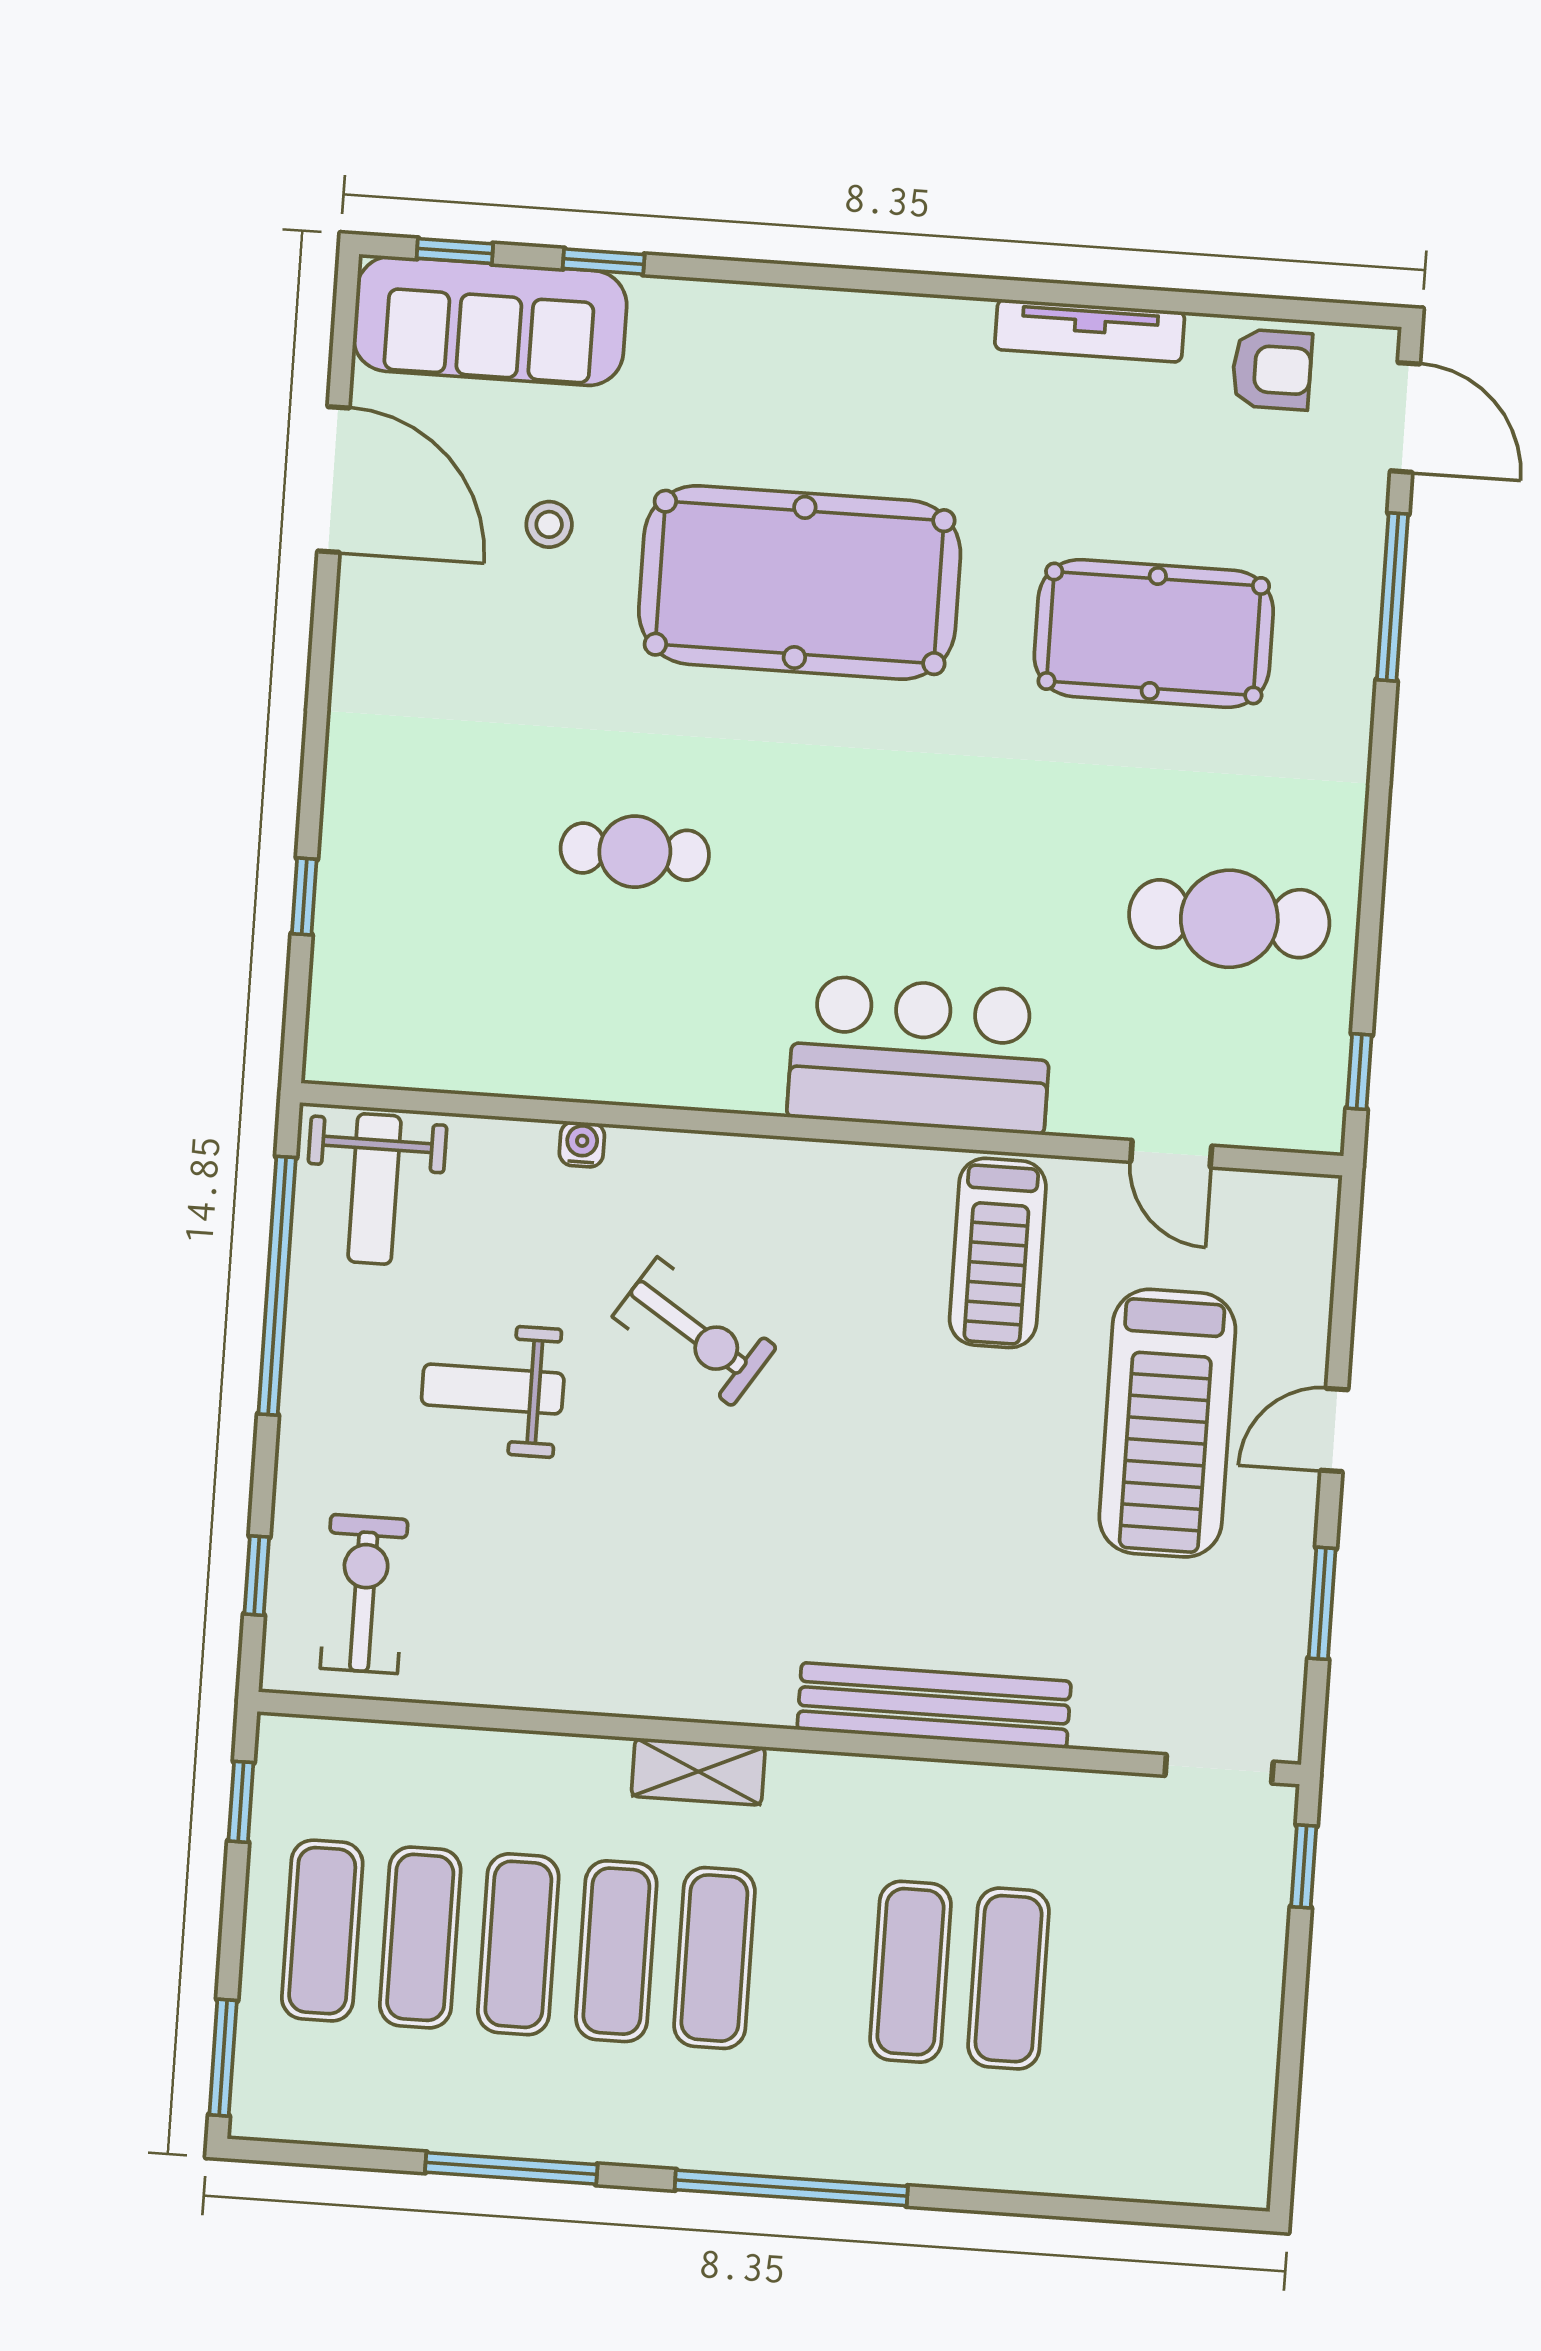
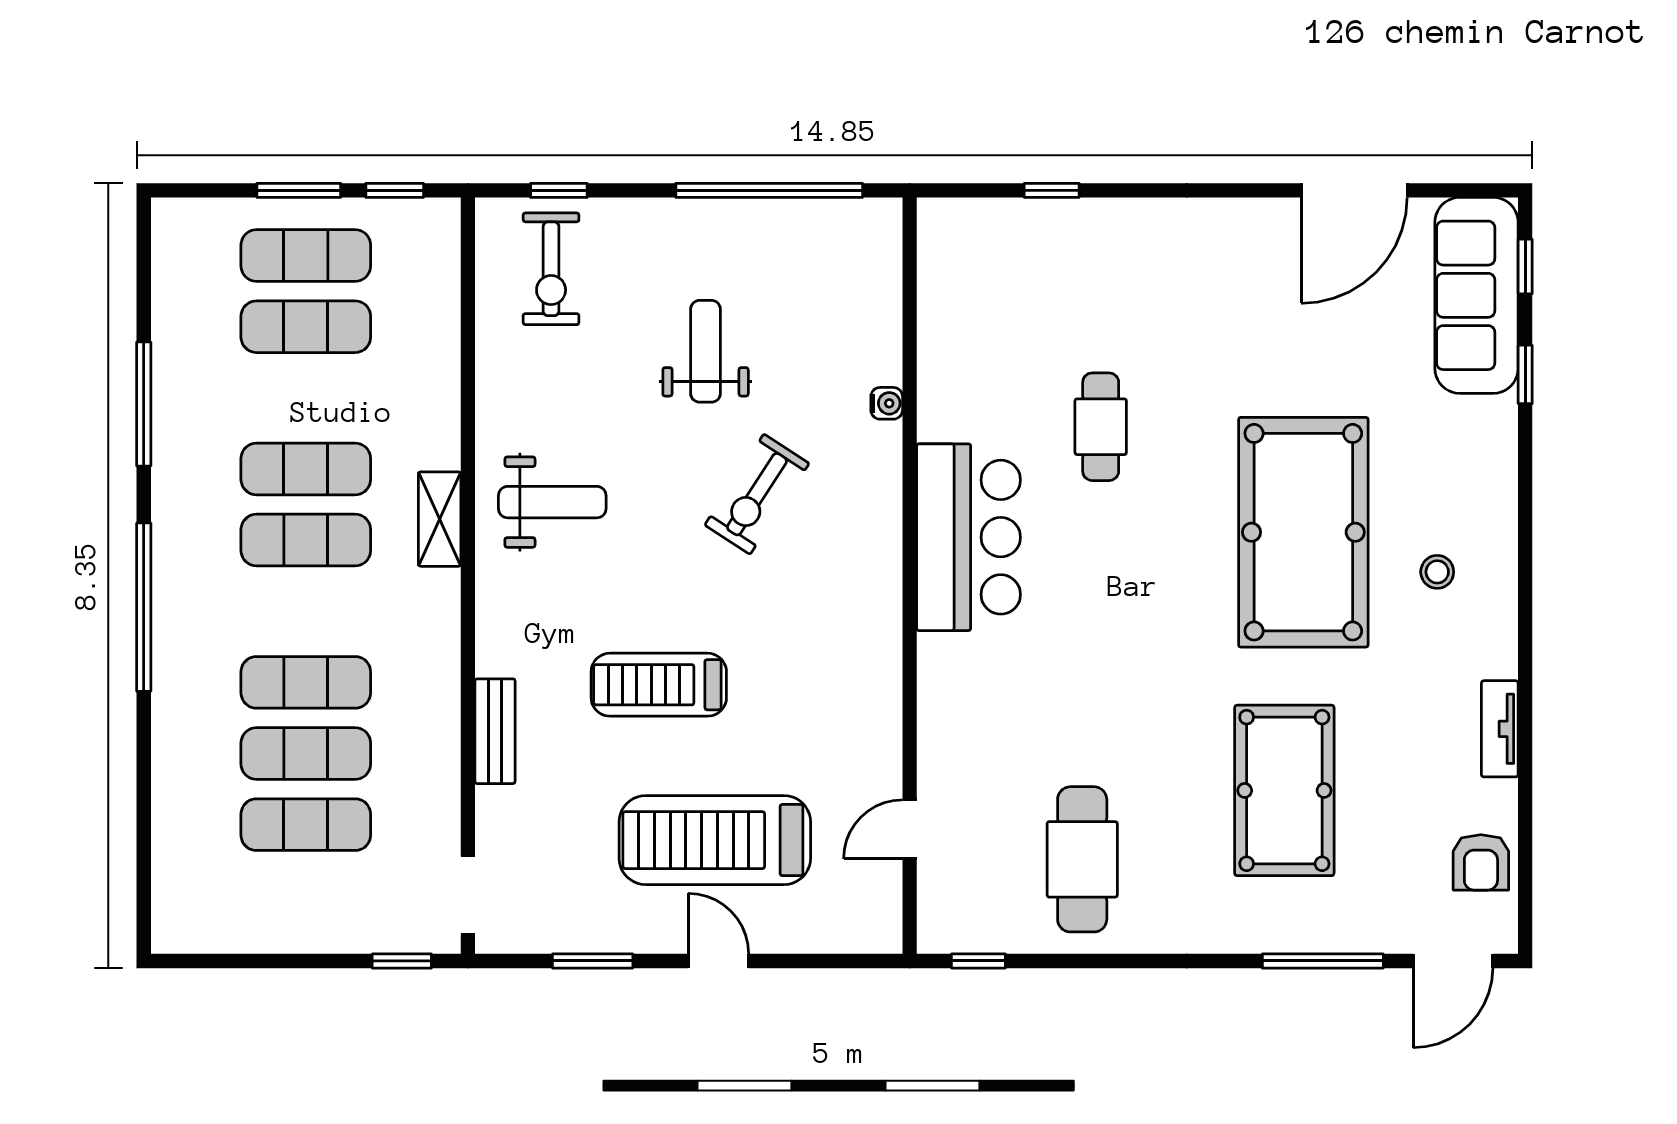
tv unit: (1090, 331) -> (1500, 729), width x0.71
stool: (549, 524) -> (1437, 572), moved
bar counter: (920, 1055) -> (969, 537), moved
weight bench: (374, 1189) -> (552, 502), moved, turned 180
treadmill: (998, 1253) -> (659, 685), moved
exercise bike: (364, 1594) -> (551, 269), turned 90
bench: (934, 1705) -> (495, 731), width x0.54, depth x0.82
exercise mat: (518, 1944) -> (306, 825), moved
window: (223, 2058) -> (299, 190), moved

